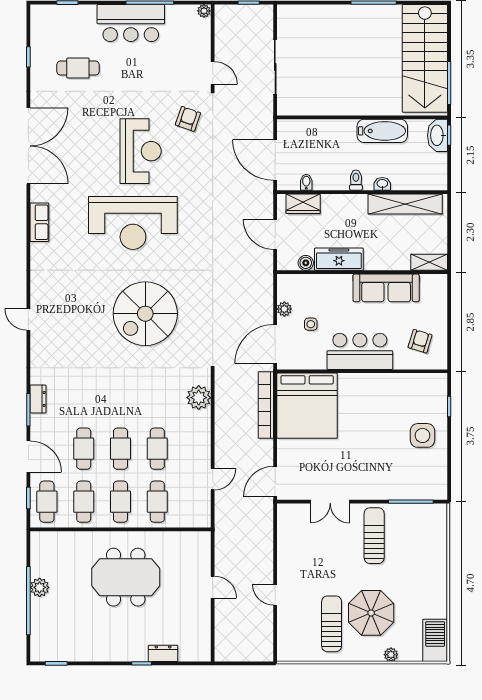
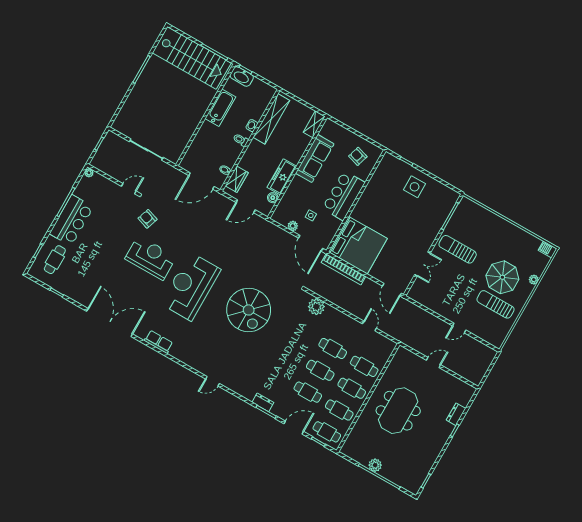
cafe table: (78, 68) -> (55, 260), moved
reception desk: (133, 223) -> (191, 287), turned 180
barbecue: (435, 640) -> (548, 249), width x0.53, depth x0.65

